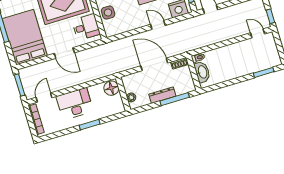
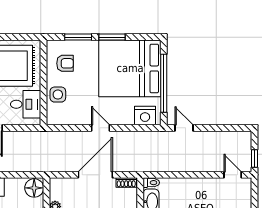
door: (158, 25) -> (101, 128), moved
door: (154, 64) -> (95, 175), hinge flipped

